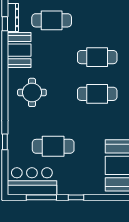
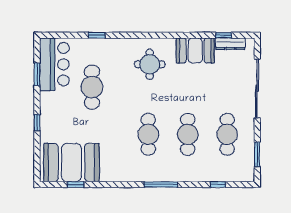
cafe table: (52, 20) -> (227, 134), moved
window: (41, 197) -> (37, 74), width x0.69
window: (76, 197) -> (37, 123), moved

